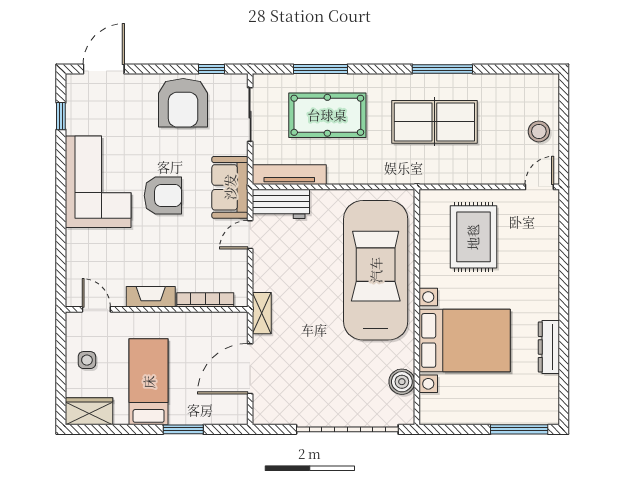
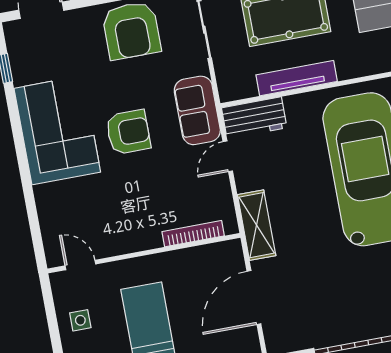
tv unit: (289, 175) -> (297, 78), moved
fireplace: (151, 297) -> (135, 241), removed
shelving: (262, 313) -> (257, 225), width x1.50, depth x1.33

